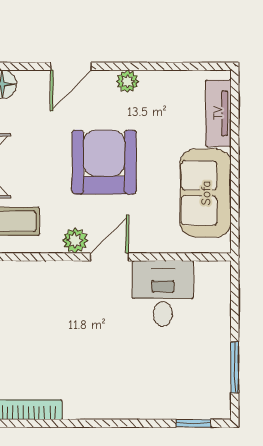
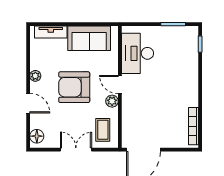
desk: (163, 294) -> (138, 53), width x1.37

